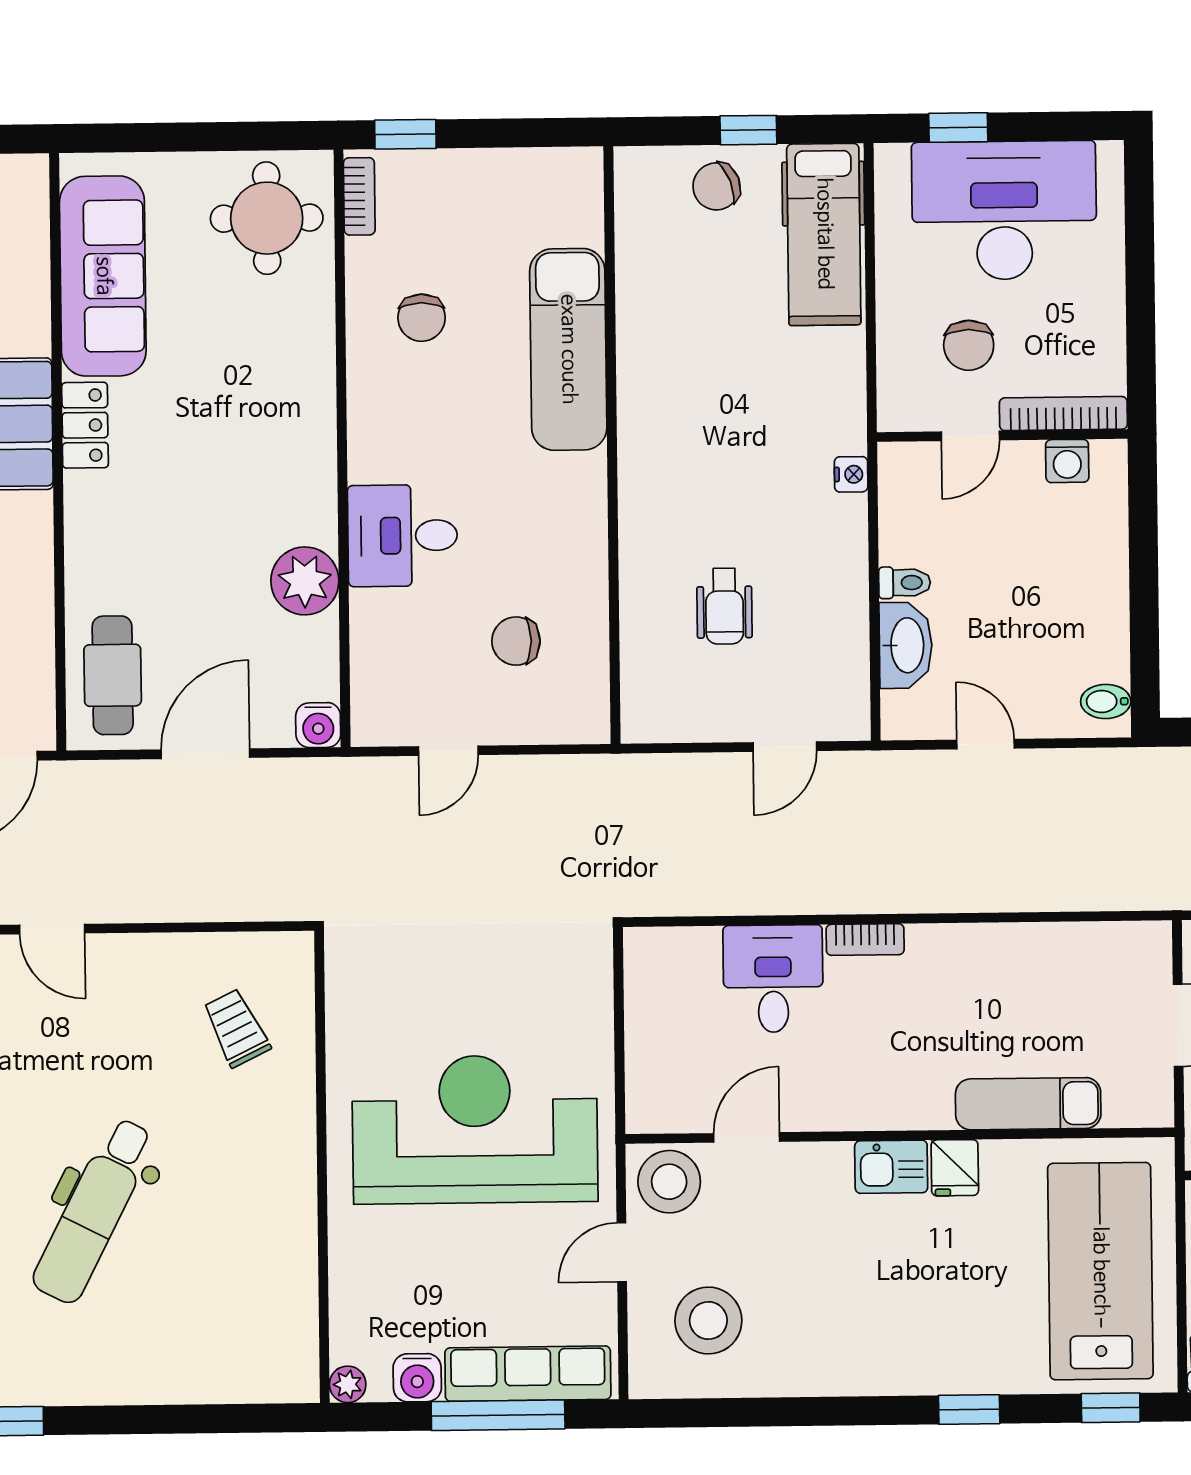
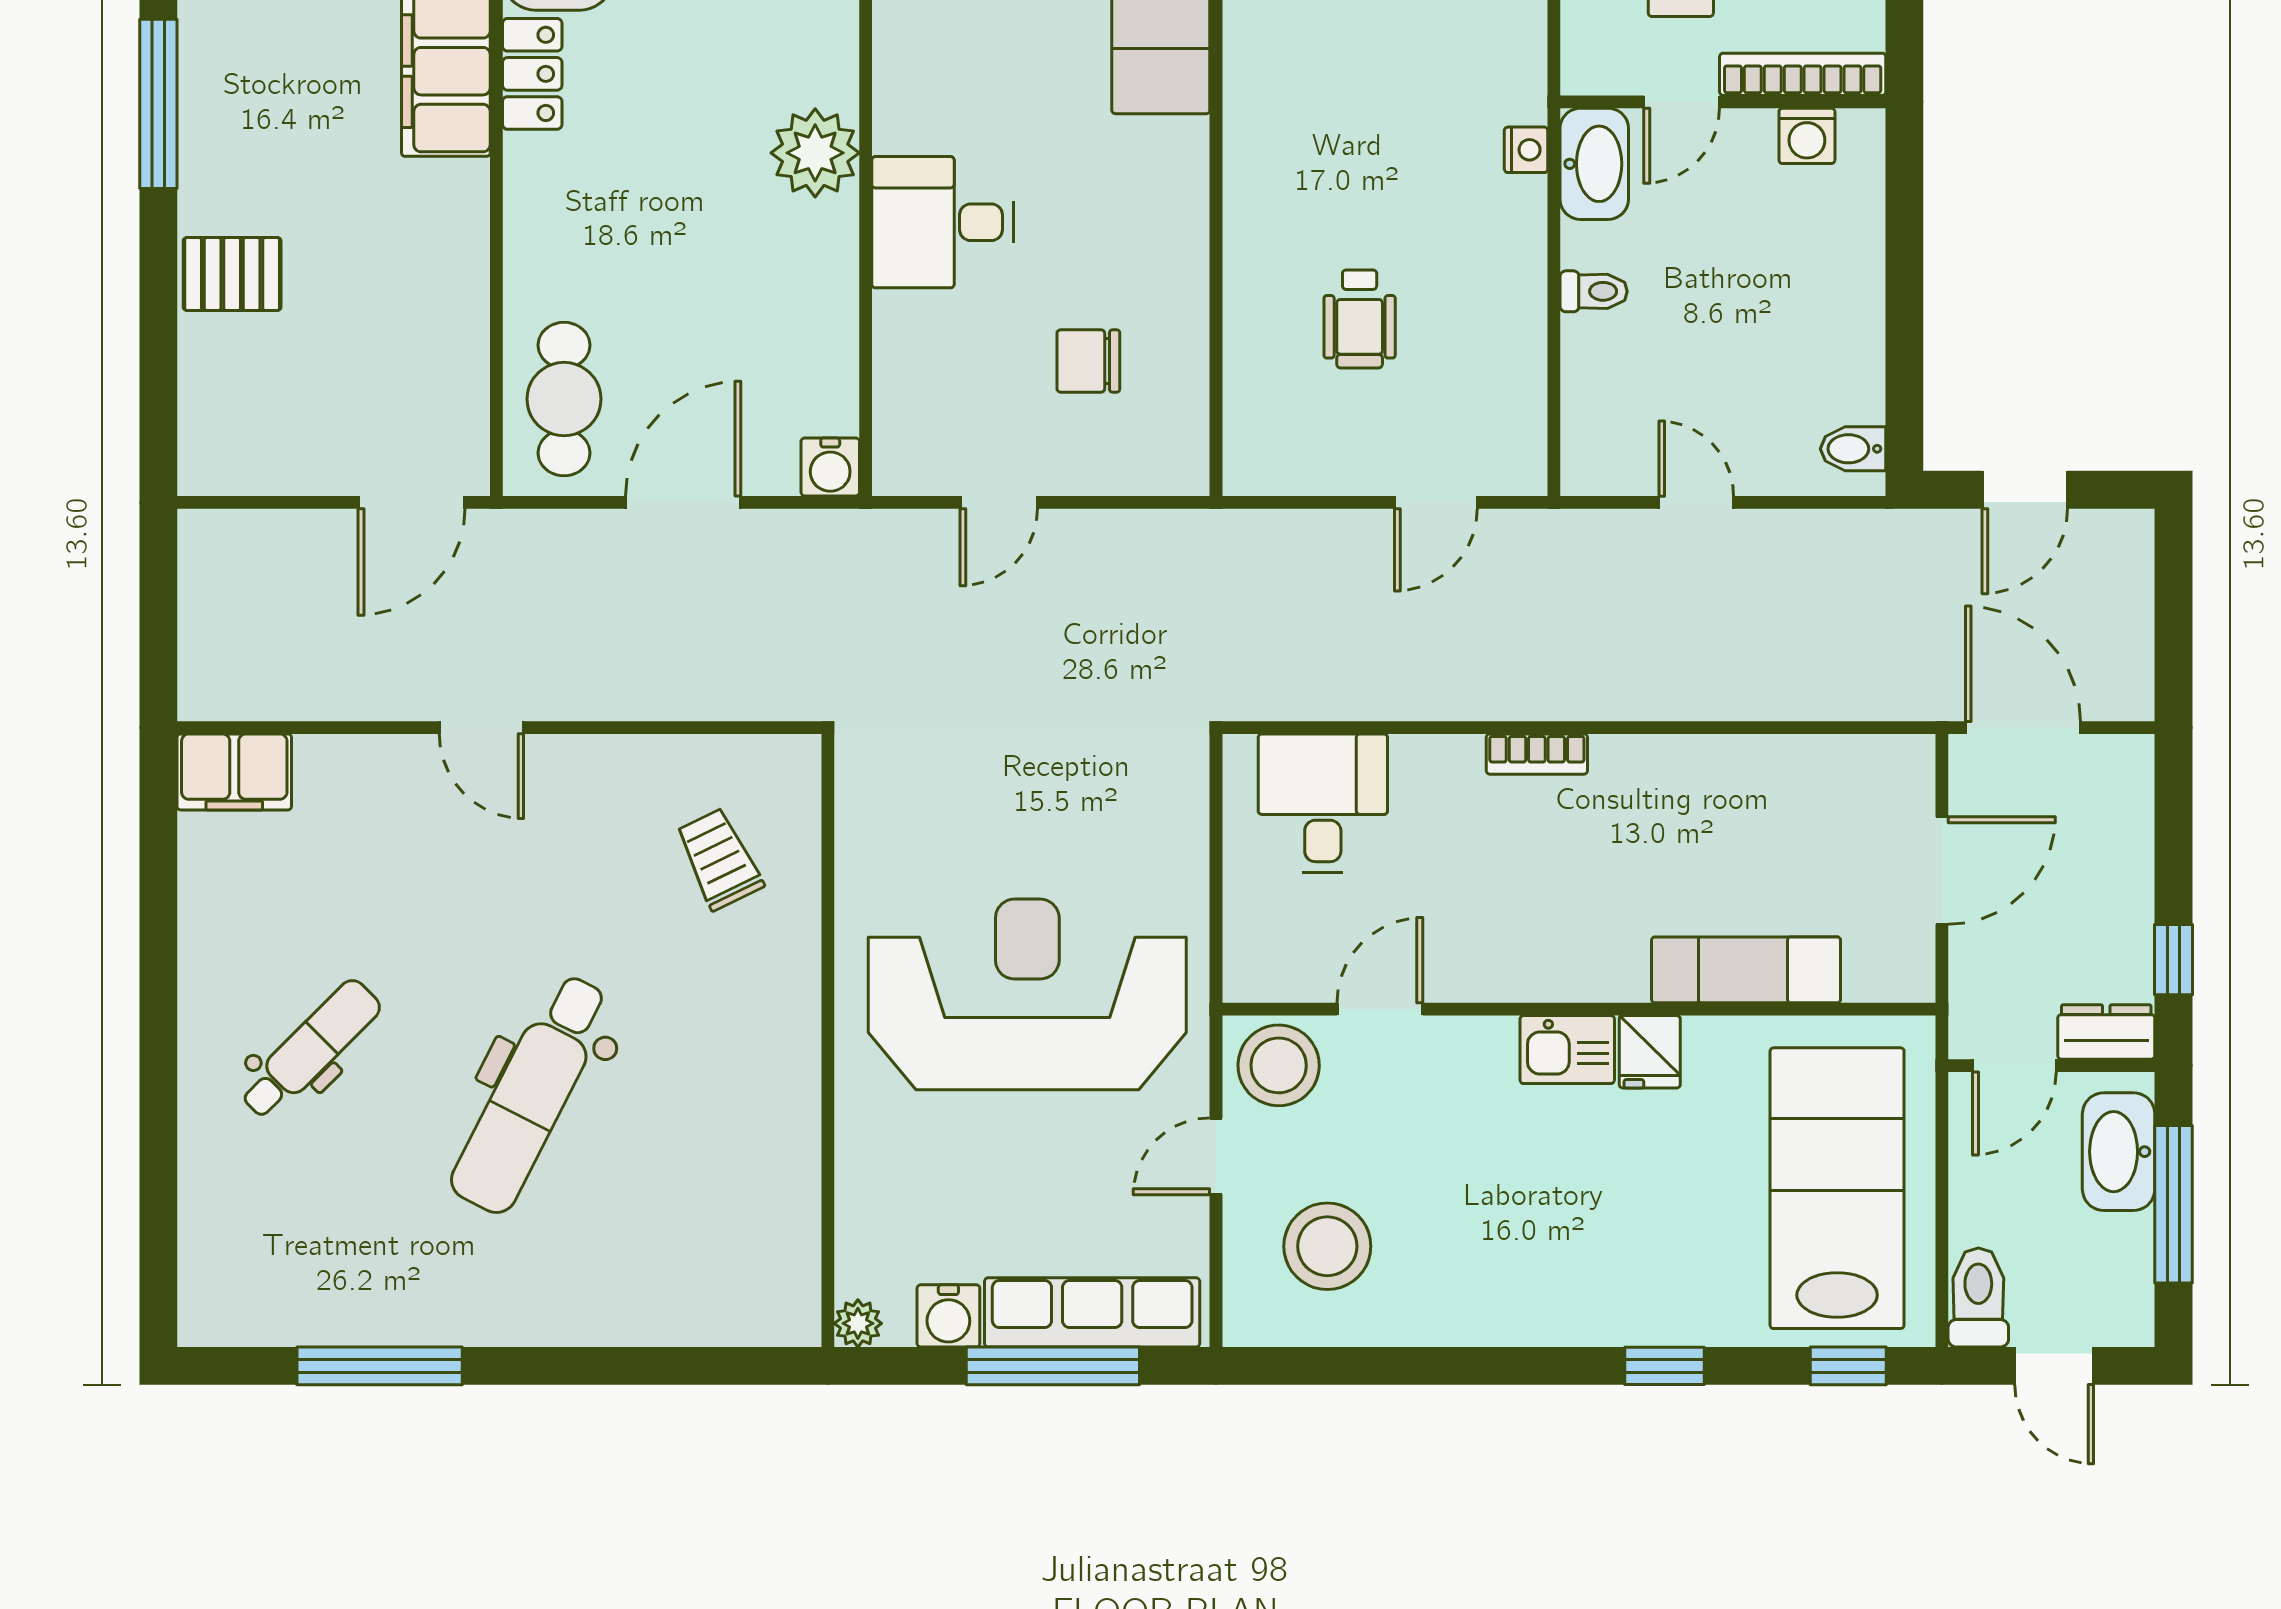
plant: (305, 581) -> (815, 153), moved
washbasin: (906, 645) -> (1594, 164), moved
desk: (773, 979) -> (1323, 803), moved

